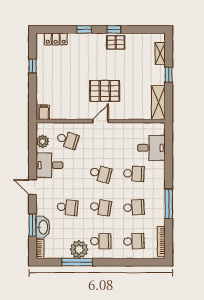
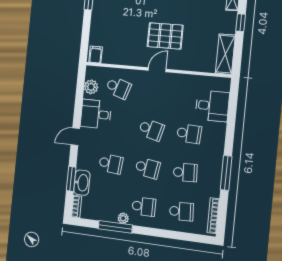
door: (33, 187) -> (75, 137), hinge flipped
plant: (79, 249) -> (123, 218), width x0.53, depth x0.53

